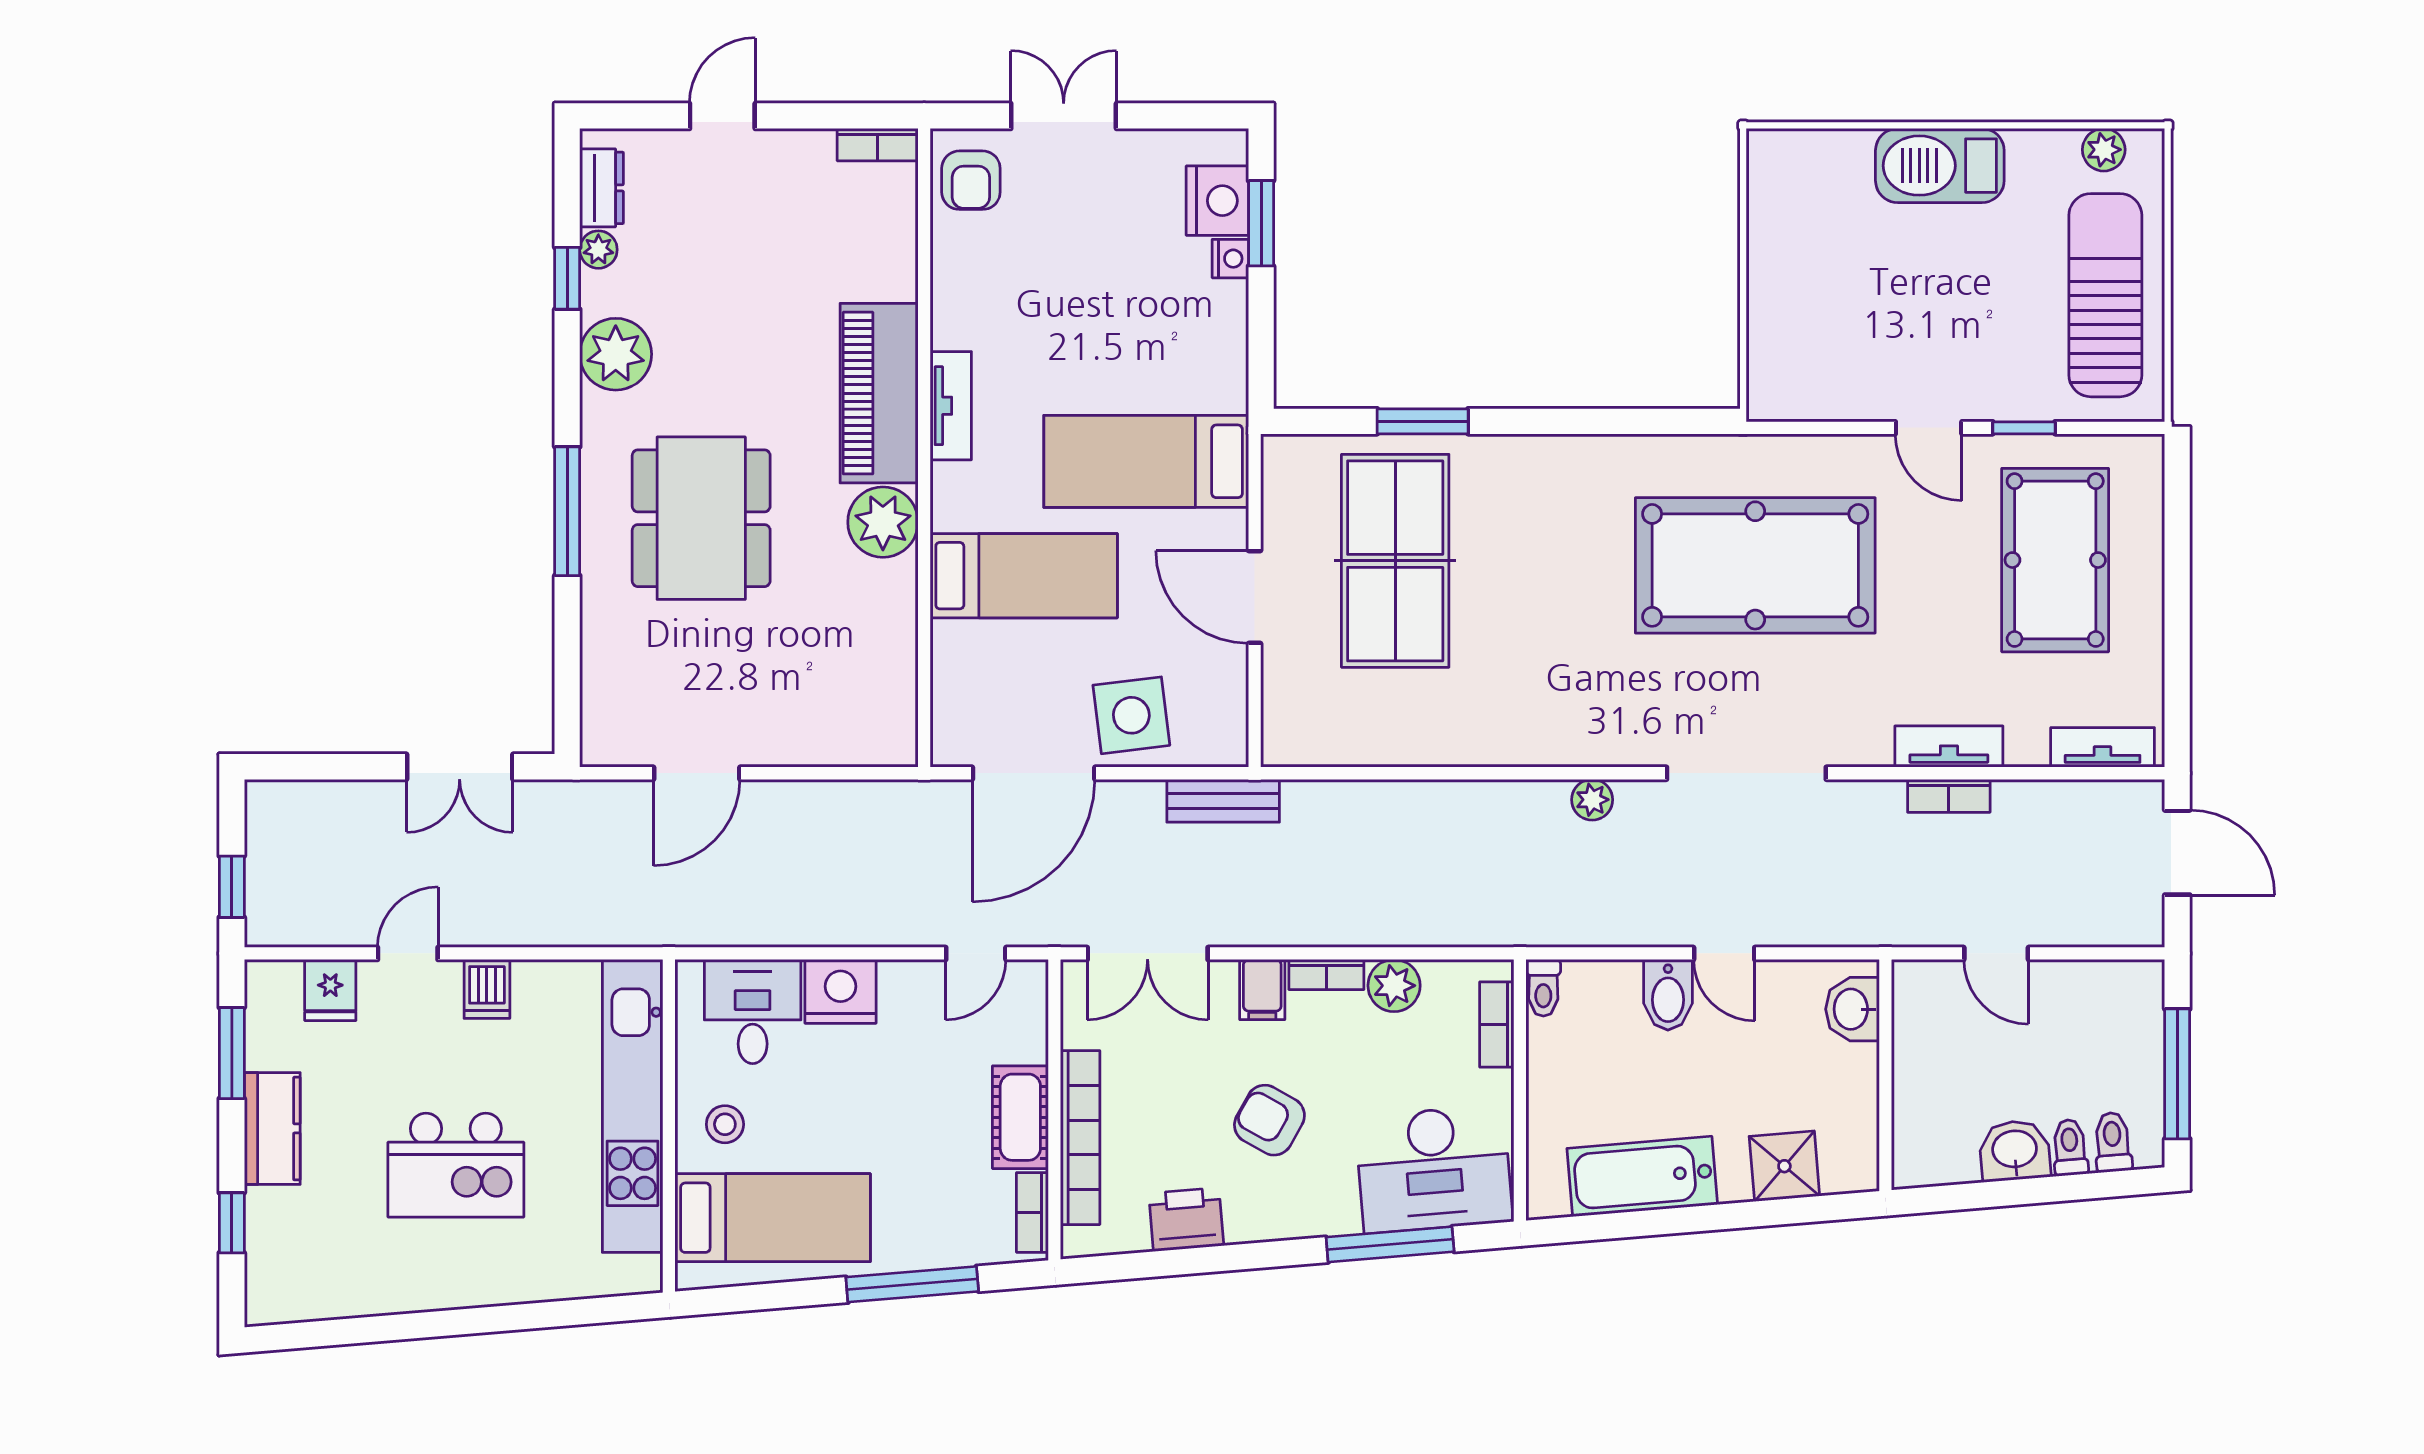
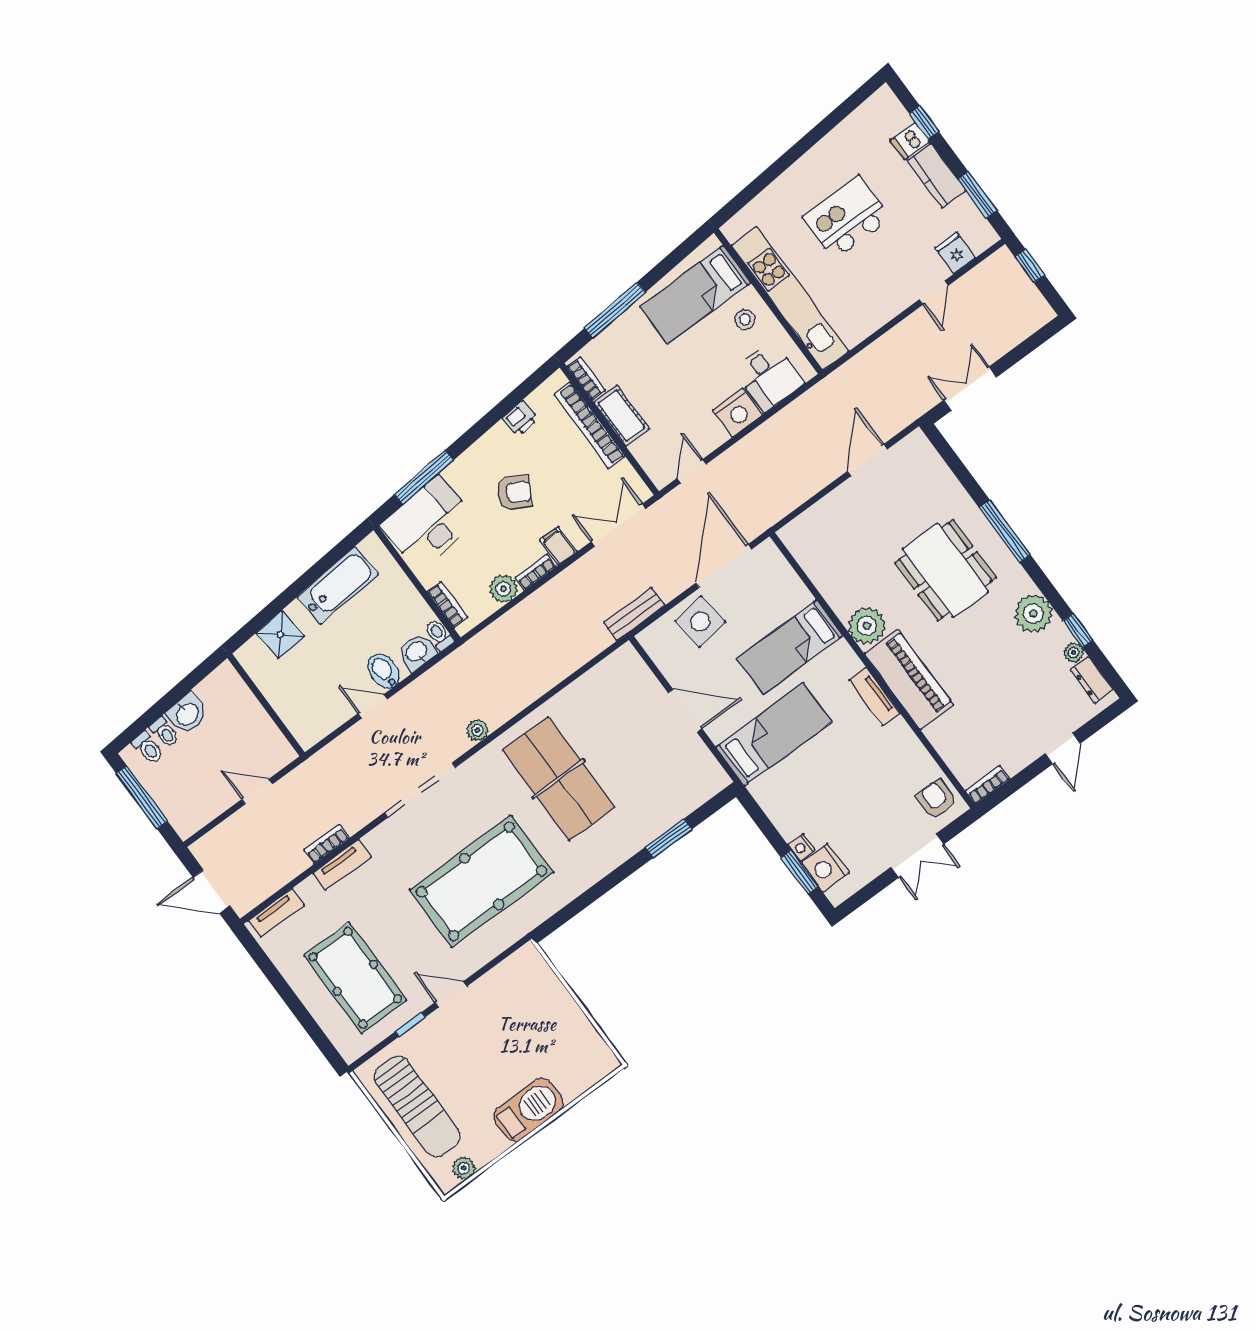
table tennis table: (1395, 561) -> (558, 779), moved
dishwasher: (487, 989) -> (910, 141), moved, turned -90
washbasin: (1852, 1009) -> (417, 652), moved, turned -90
printer: (1186, 1220) -> (520, 418), width x0.73, depth x0.81

